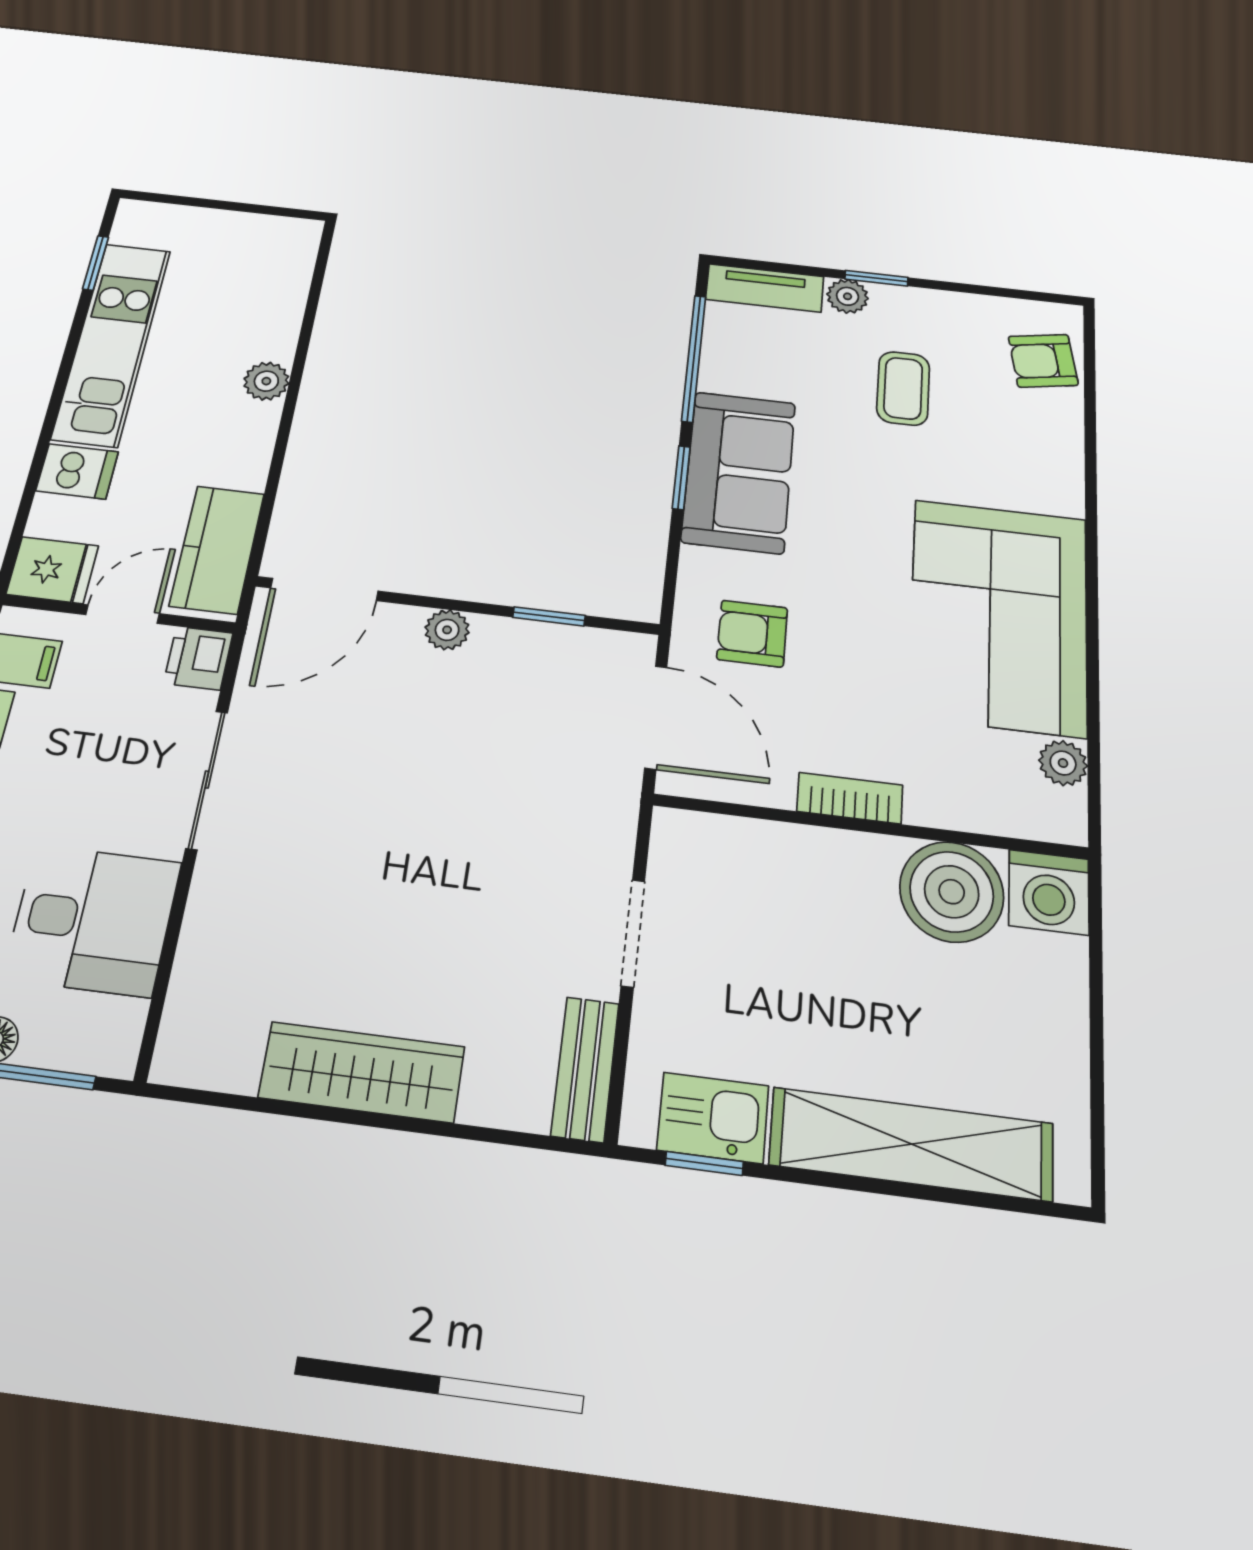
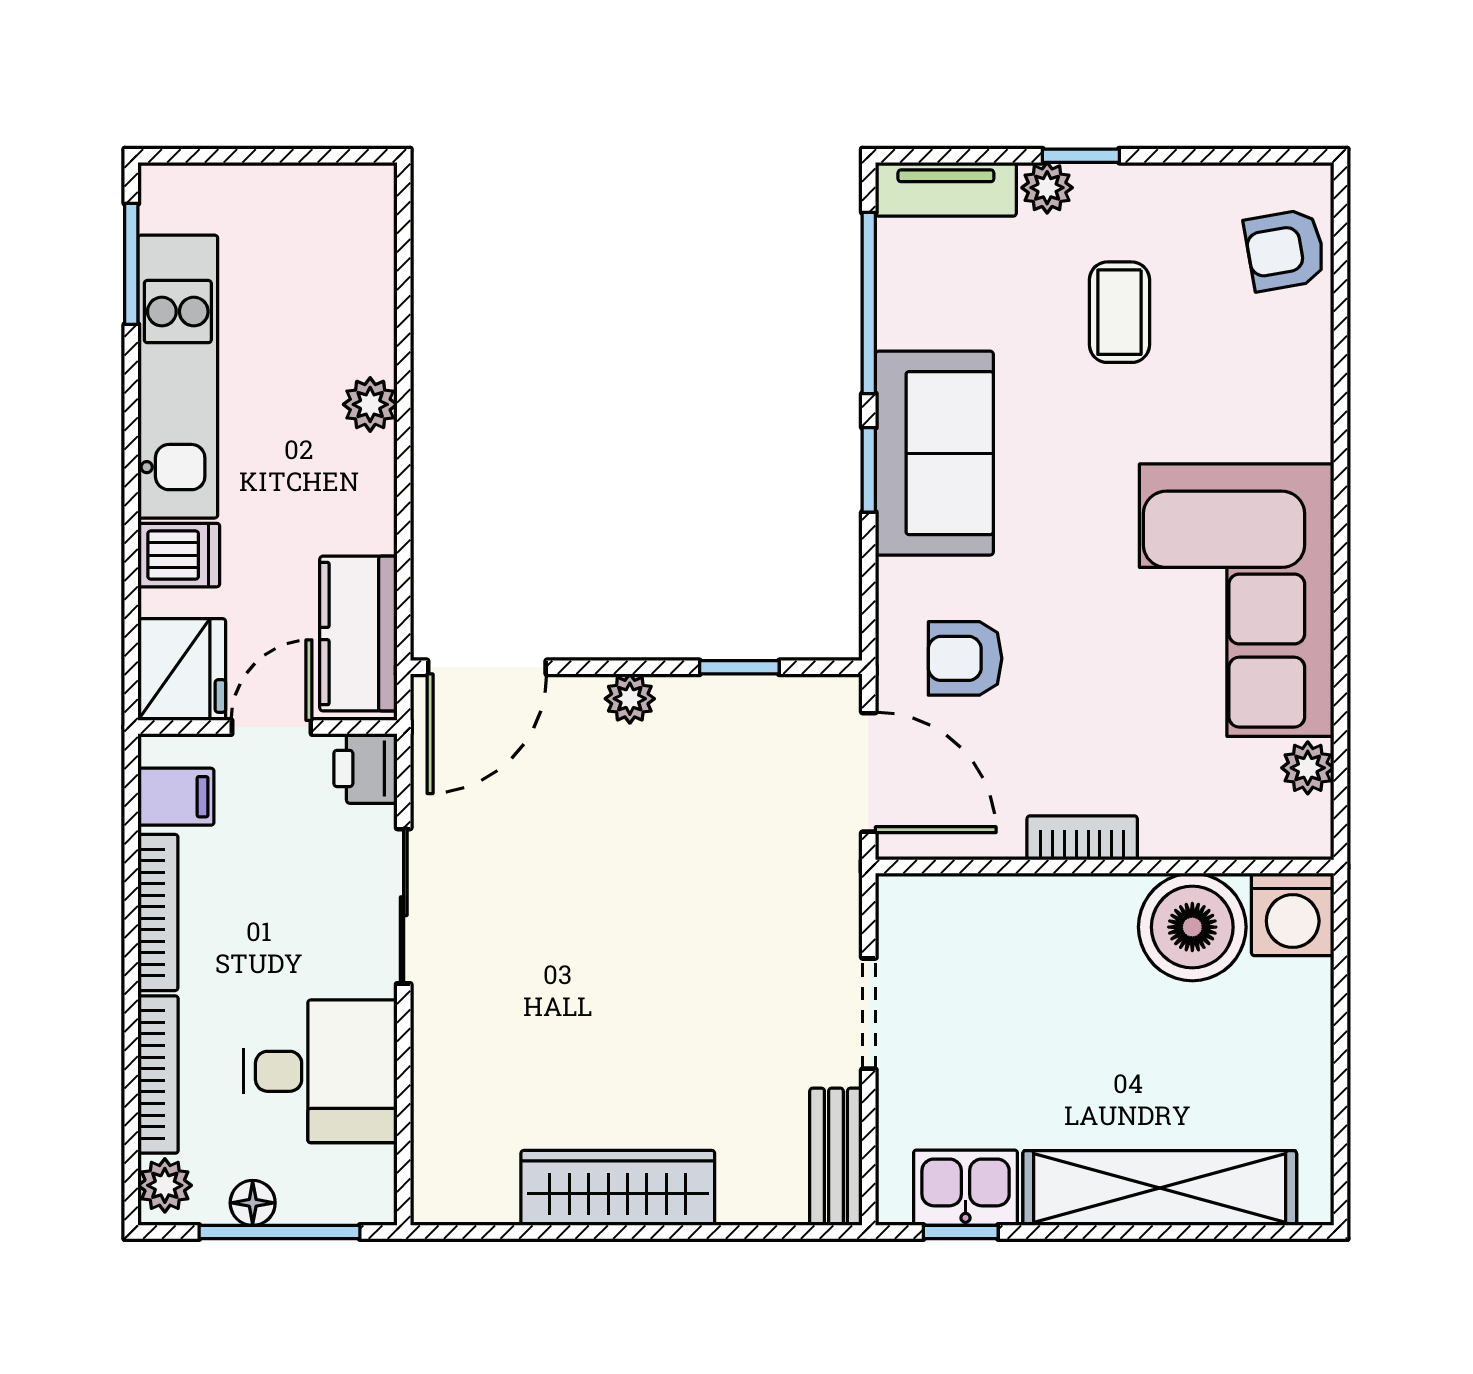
window: (96, 263) -> (131, 264), width x1.50
fridge: (52, 570) -> (182, 670), width x1.38

